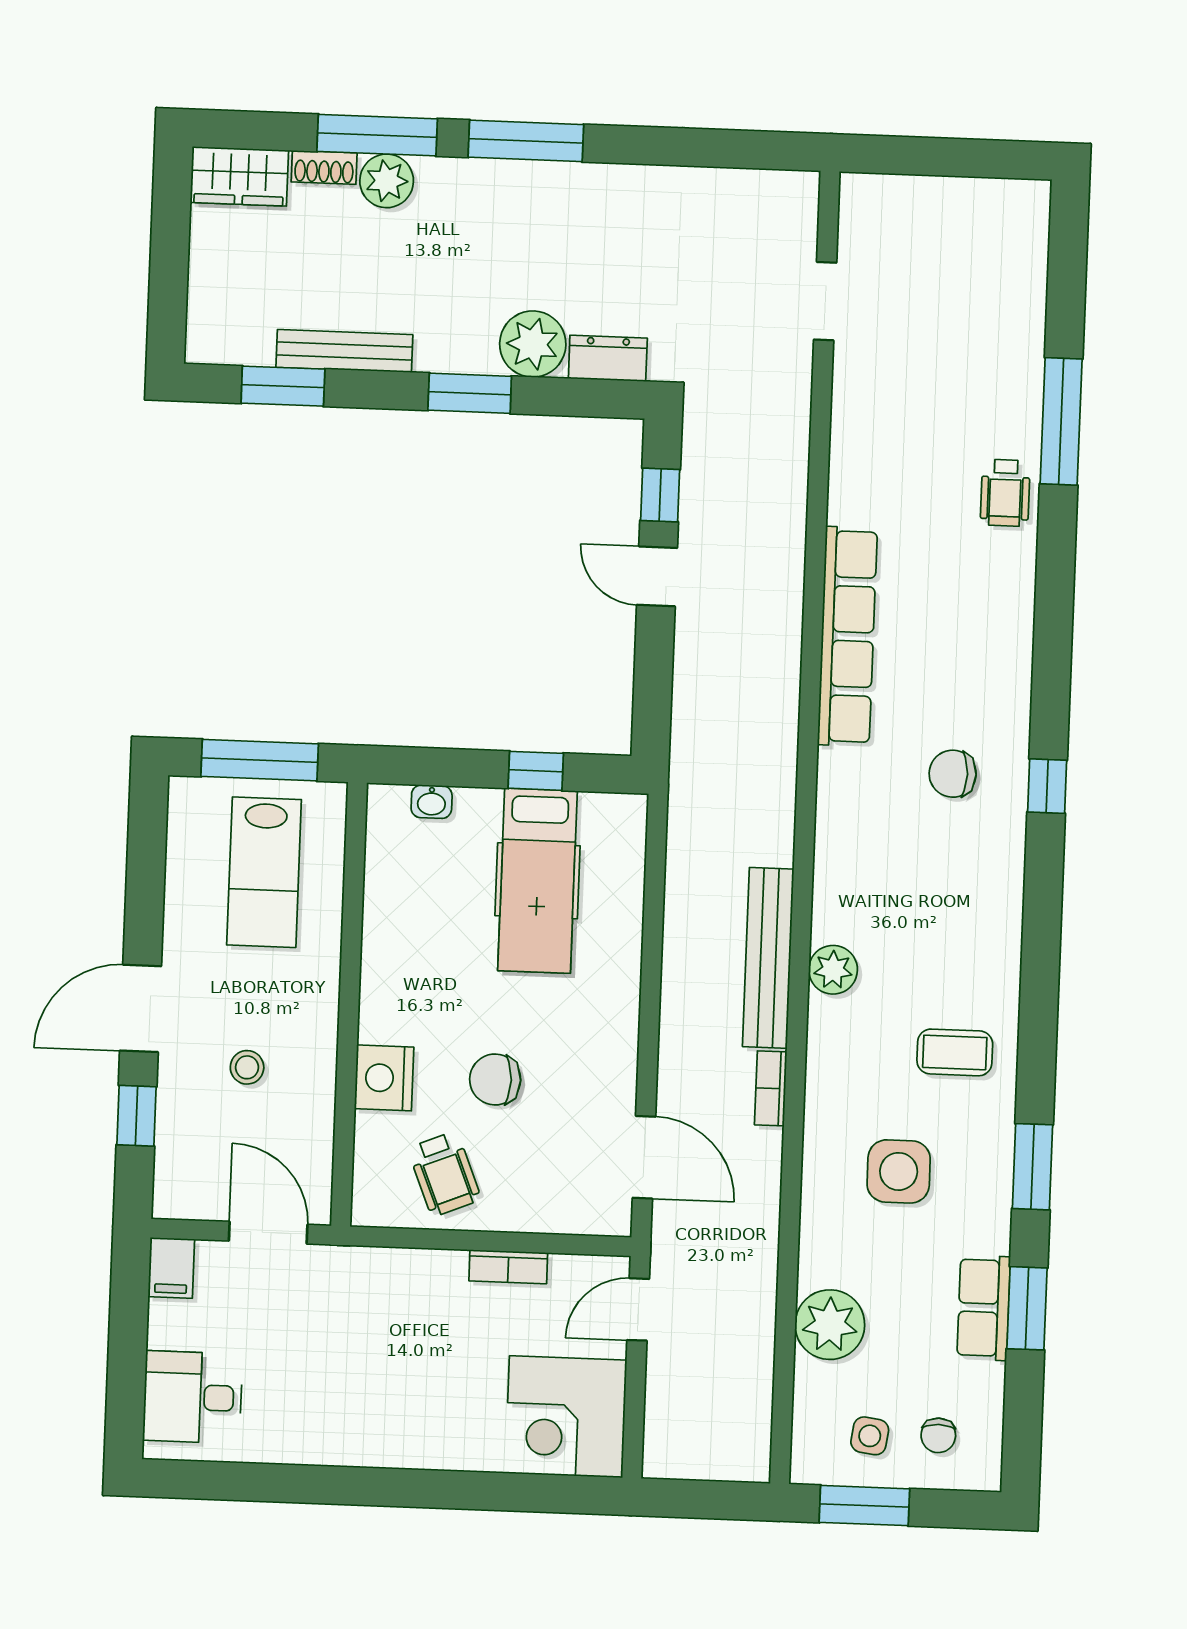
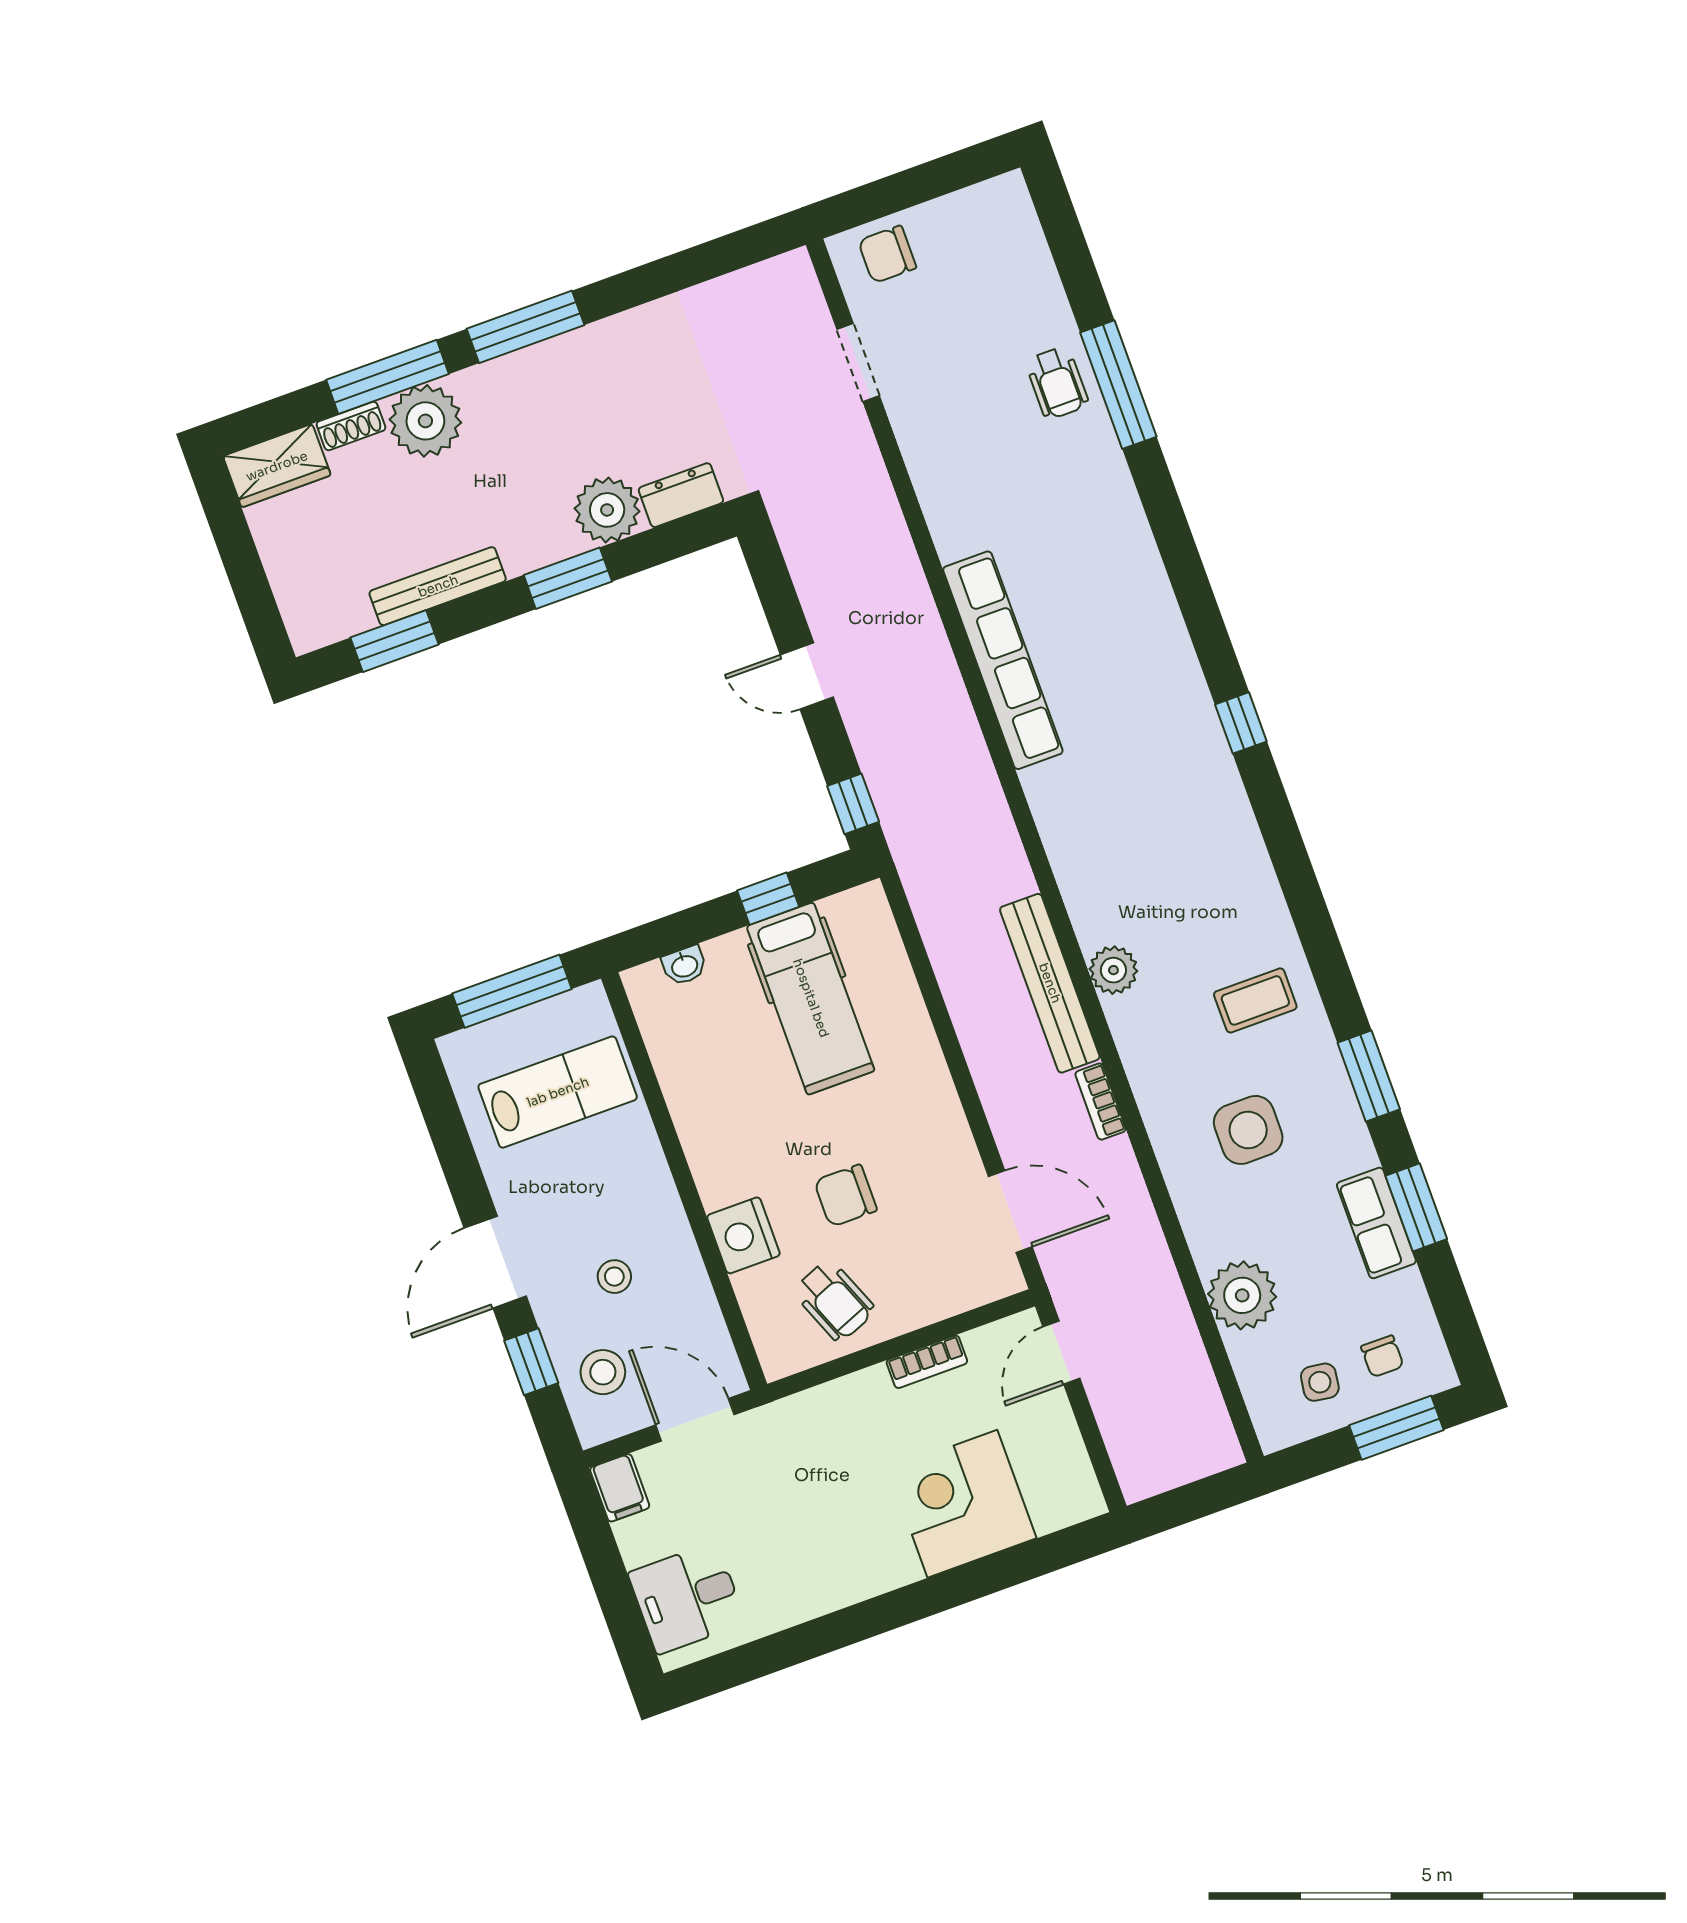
plant: (387, 181) -> (425, 421), width x1.36, depth x1.36
wheelchair: (1005, 493) -> (1057, 383), moved
window: (660, 495) -> (853, 804), moved
chair: (953, 774) -> (887, 254), moved
lab bench: (264, 872) -> (558, 1092), turned -90
stool: (200, 1153) -> (603, 1372), added
corner desk: (566, 1417) -> (962, 1504), moved, turned 90
window: (864, 1506) -> (1396, 1428), moved

